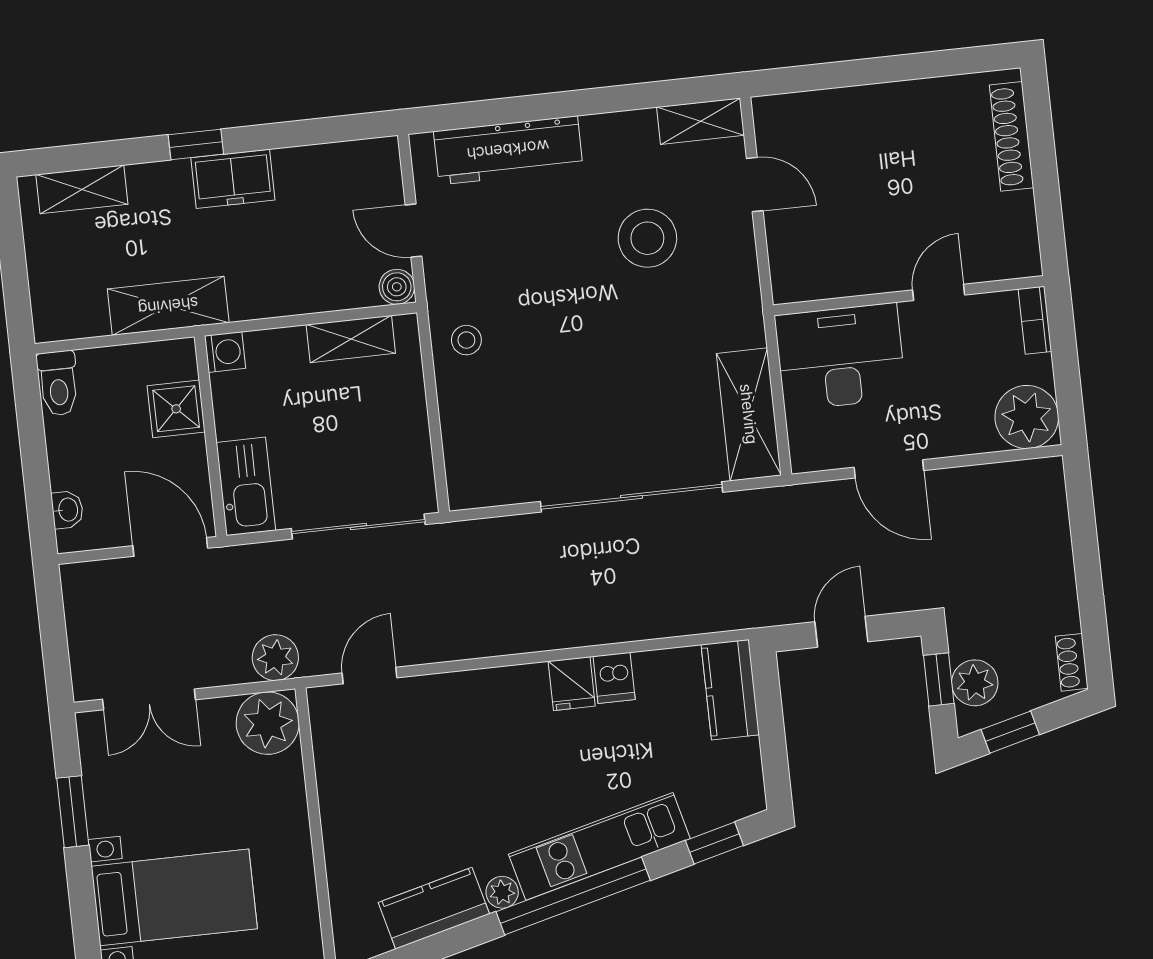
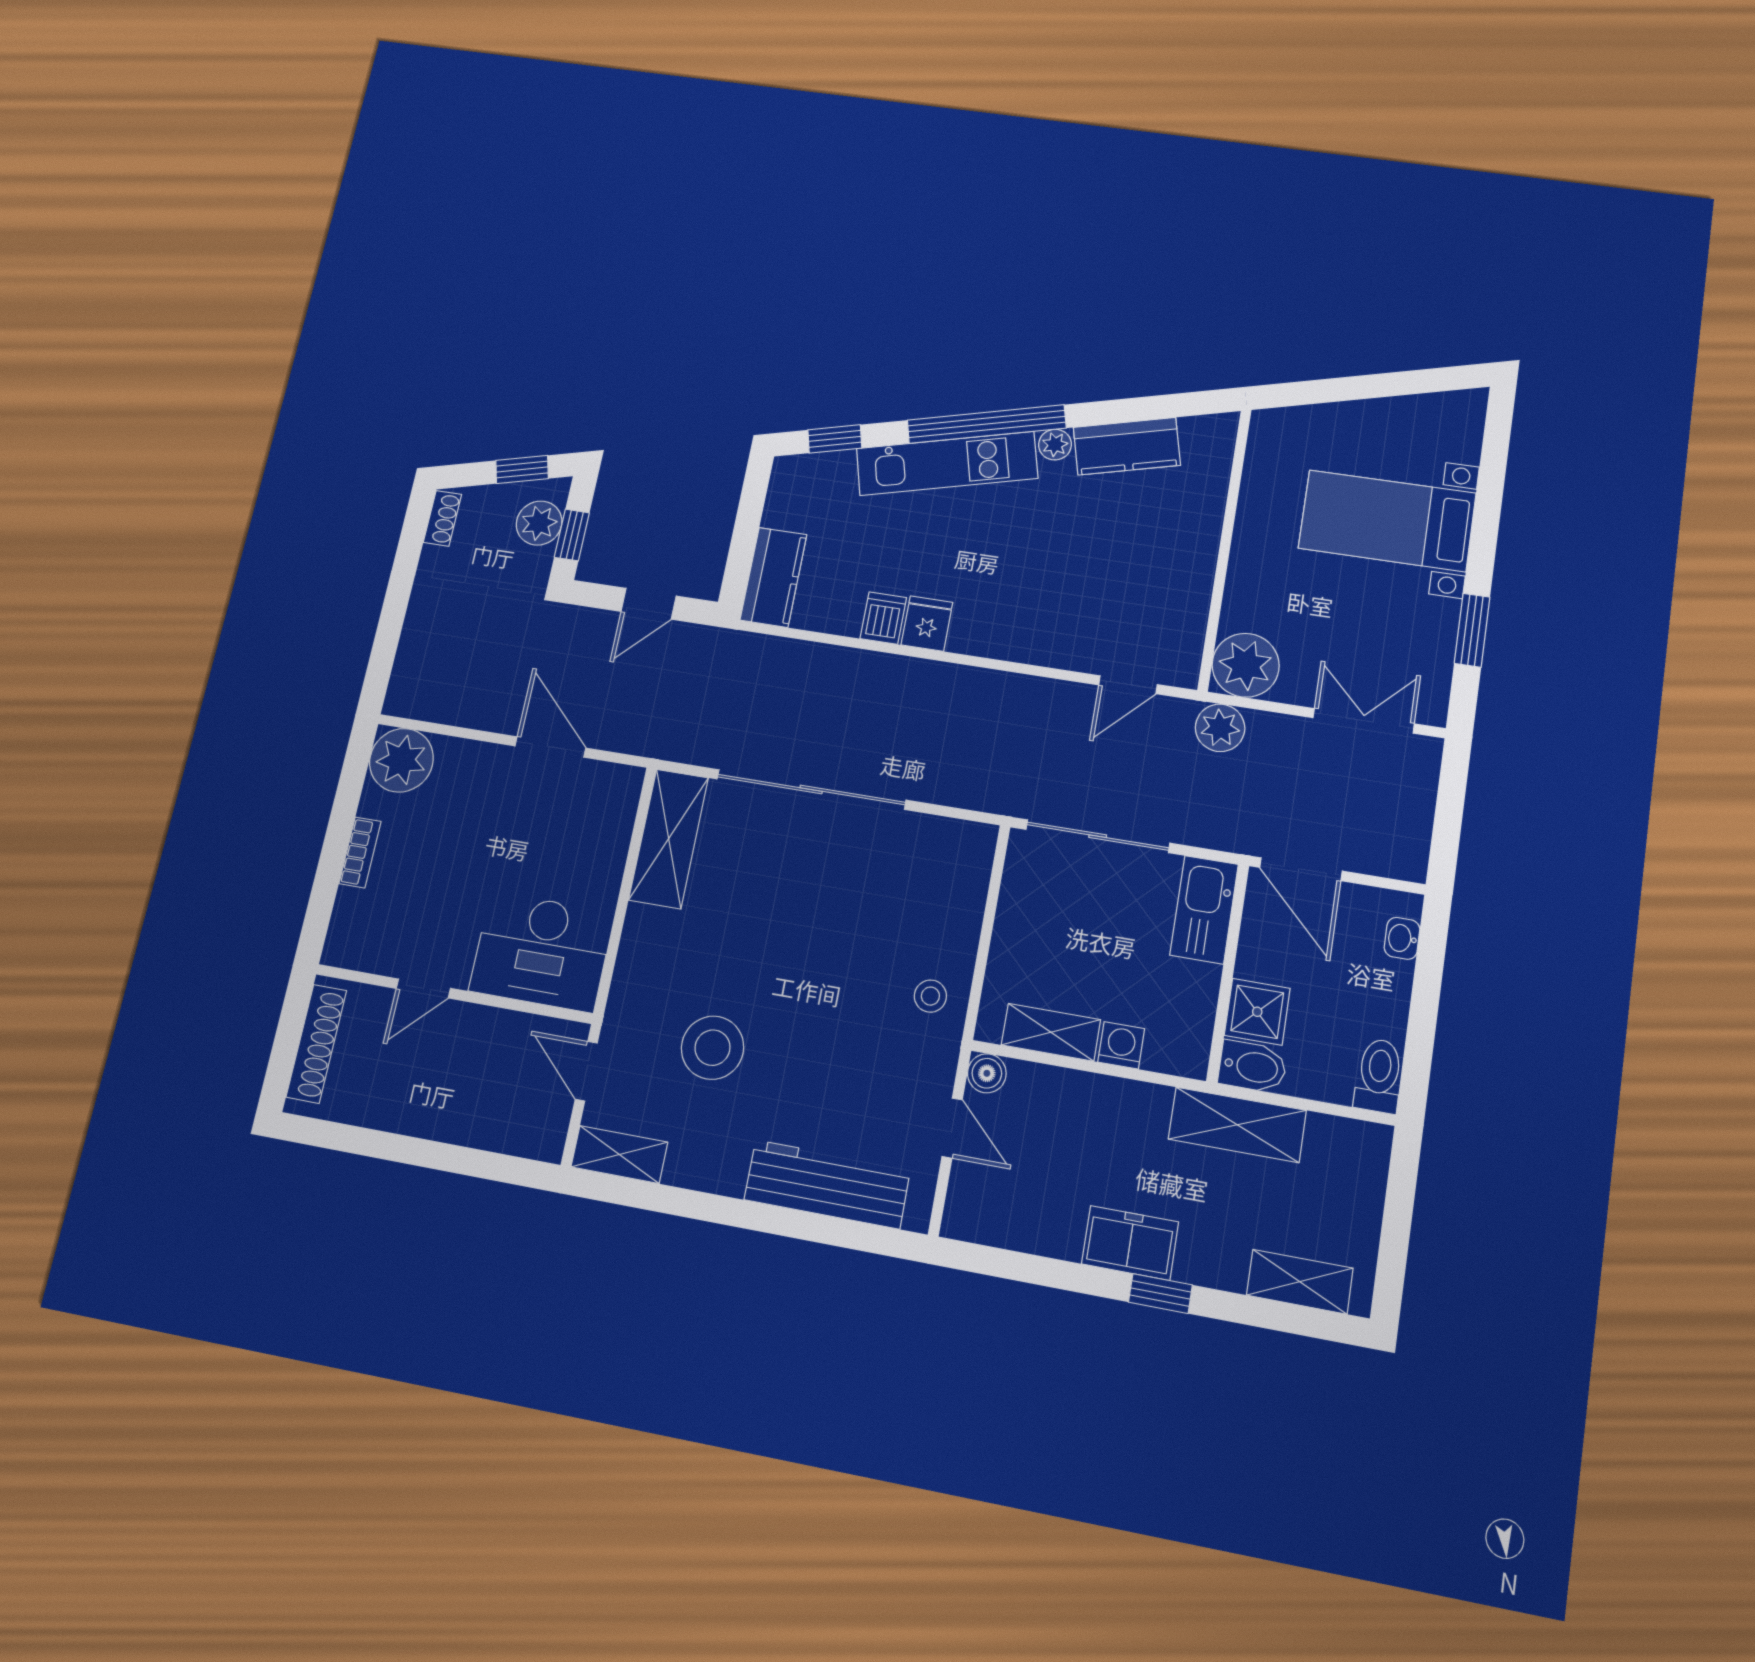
door: (939, 292) -> (423, 988), moved
wall: (909, 296) -> (454, 994), moved
washing machine: (225, 352) -> (1121, 1045), moved, turned 90
desk: (840, 357) -> (542, 952), moved
bidet: (168, 360) -> (1253, 1067), added

